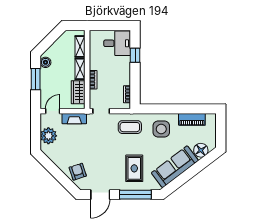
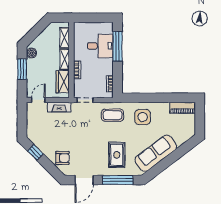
desk: (117, 43) -> (100, 46), moved
window: (135, 55) -> (117, 46), width x2.17
piano: (192, 119) -> (183, 108), moved
plant: (48, 136) -> (34, 124), removed
floor lamp: (201, 150) -> (181, 137), removed
window: (50, 166) -> (35, 152), added
armchair: (78, 172) -> (62, 158), turned 108

